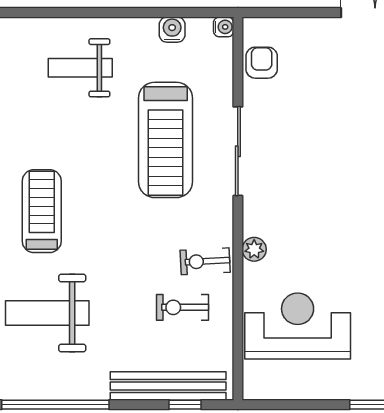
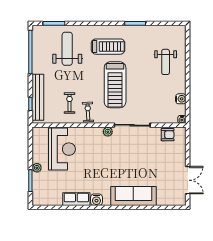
weight bench: (80, 68) -> (166, 62), turned 180
treadmill: (166, 140) -> (115, 85), moved, turned -90
plant: (254, 249) -> (108, 132), moved
plant: (344, 389) -> (37, 168), added

